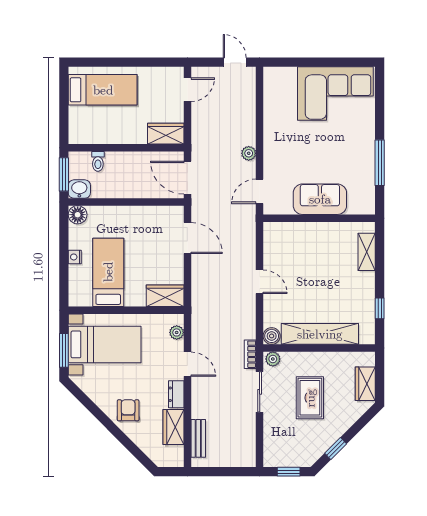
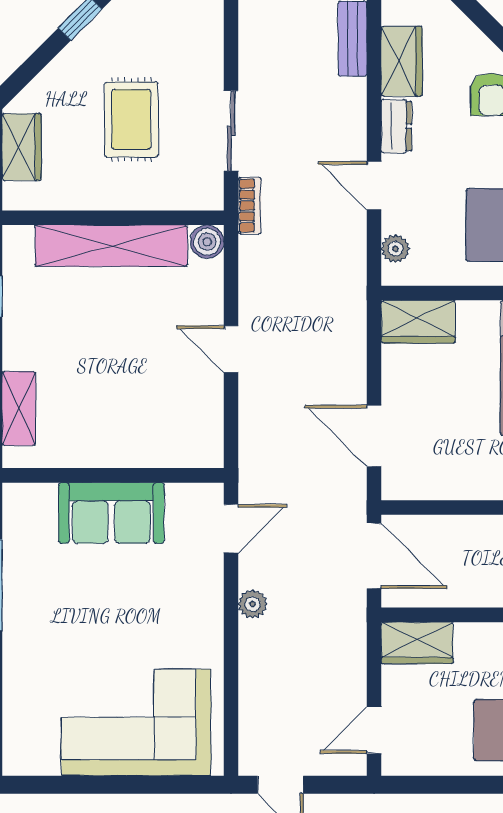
corner sofa: (335, 94) -> (136, 722), moved
plant: (273, 359) -> (205, 196), removed

